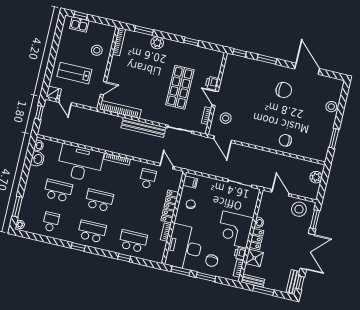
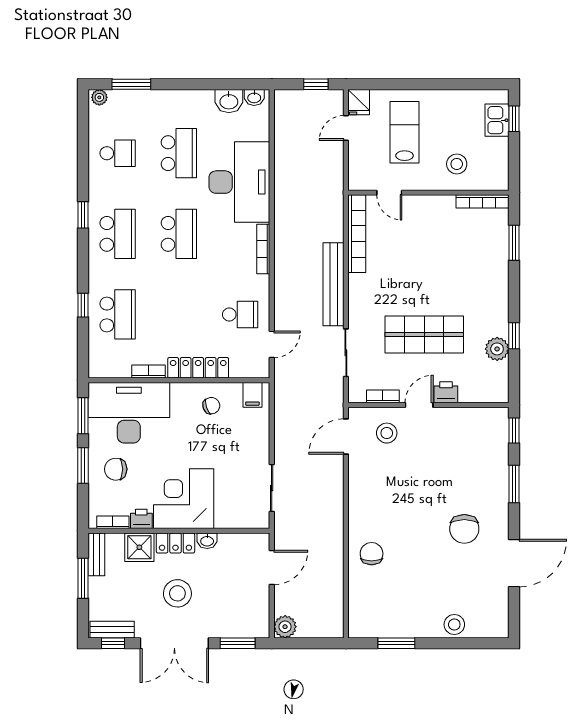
plant: (157, 43) -> (497, 349), moved
plant: (316, 177) -> (285, 627), moved
stool: (299, 209) -> (177, 593), moved

